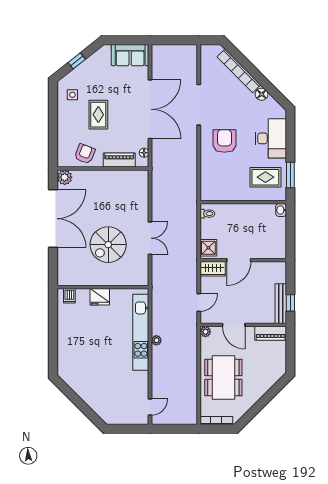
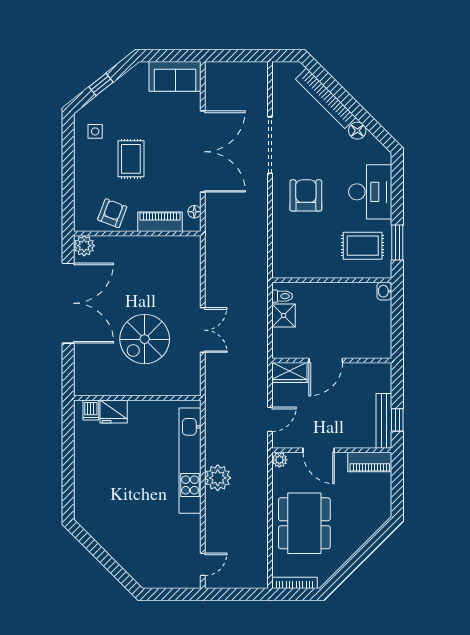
shower: (208, 248) -> (284, 315), moved
fridge: (100, 297) -> (114, 411), moved
plant: (156, 340) -> (218, 478), width x1.88, depth x1.88

